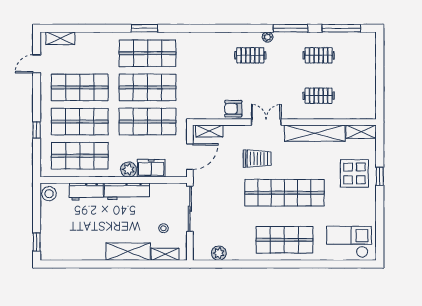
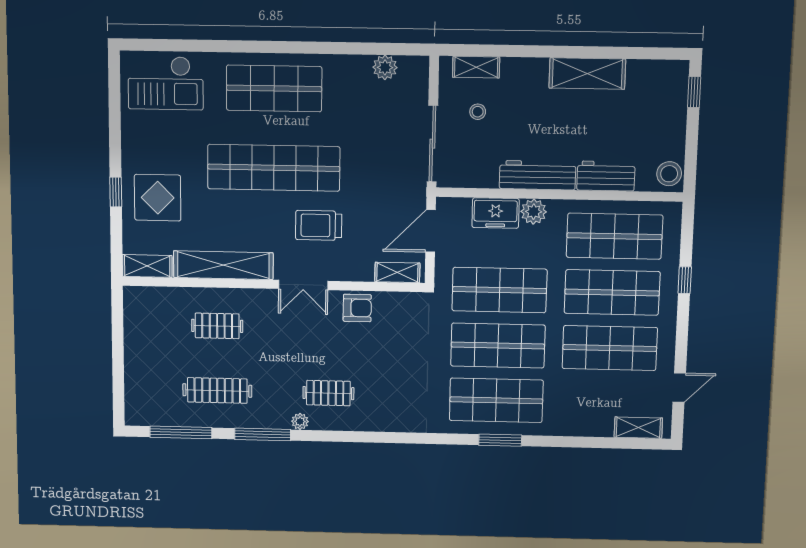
clothes rail: (319, 55) -> (217, 390), width x1.36
shelving: (128, 252) -> (587, 74), moved

